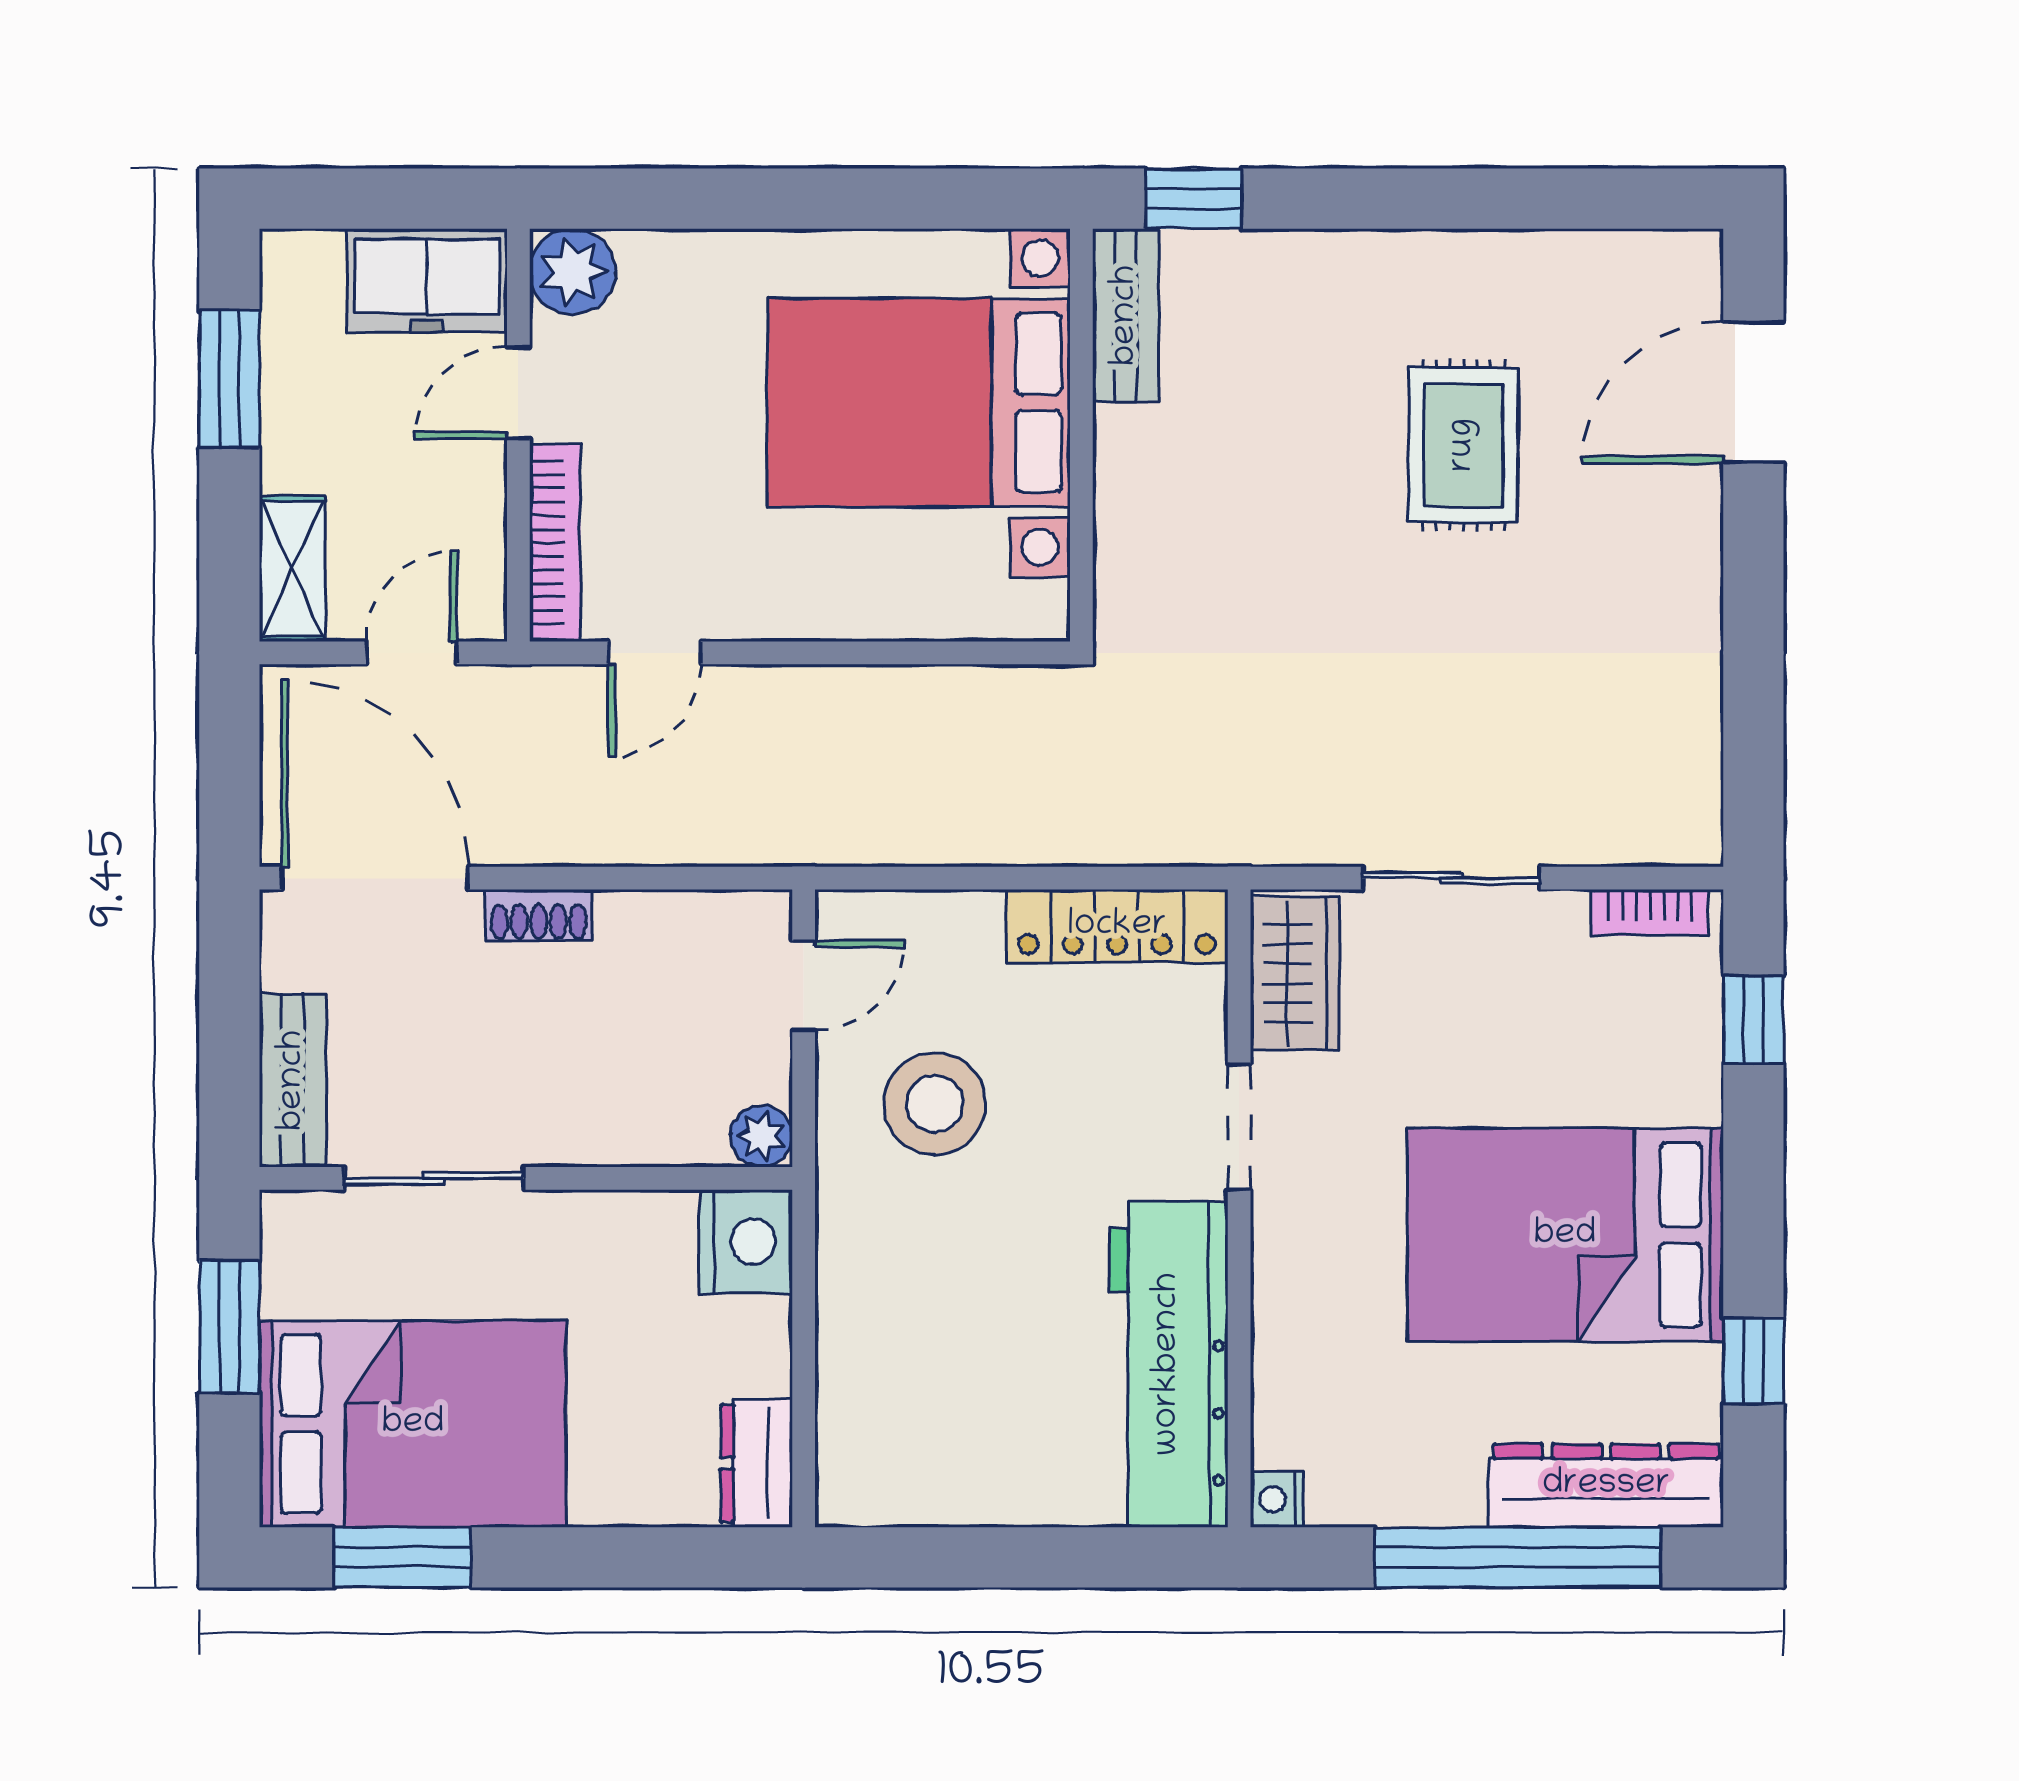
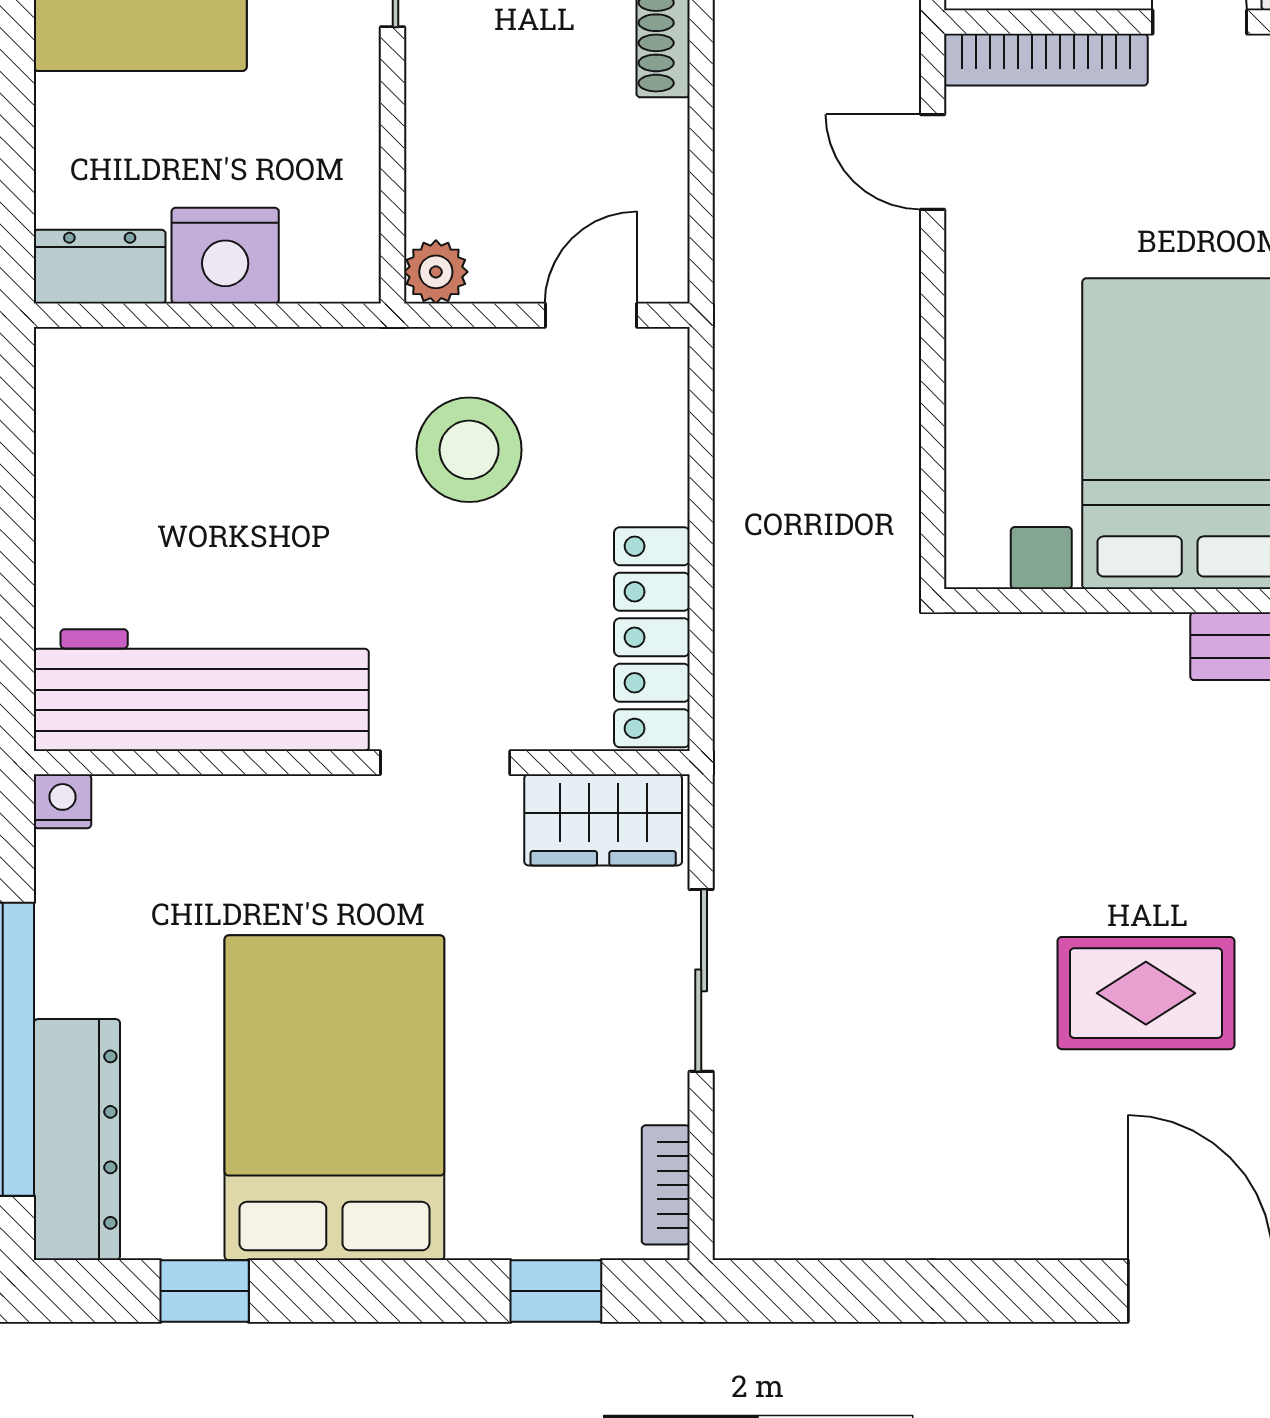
door: (804, 985) -> (591, 315), swing flipped
nightstand: (746, 1242) -> (225, 256), moved

